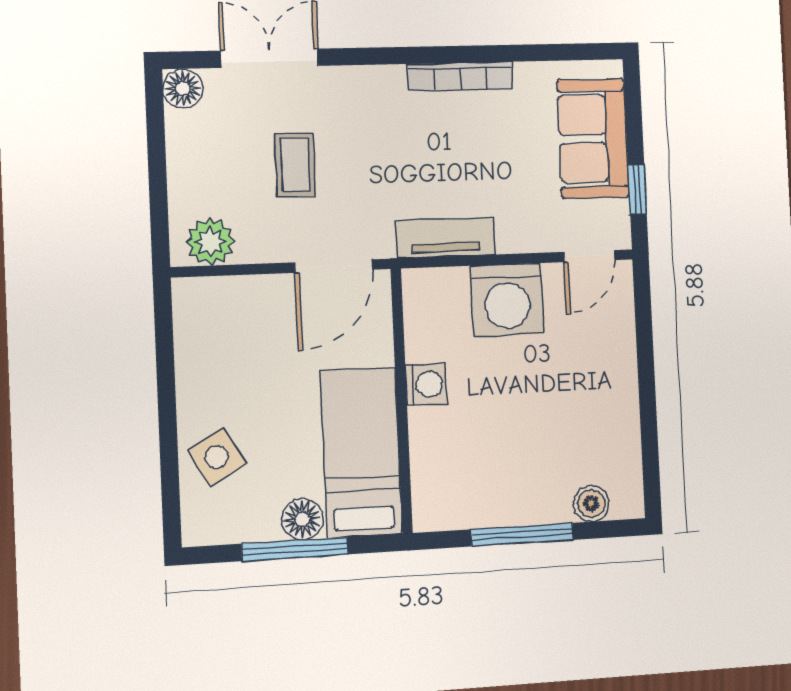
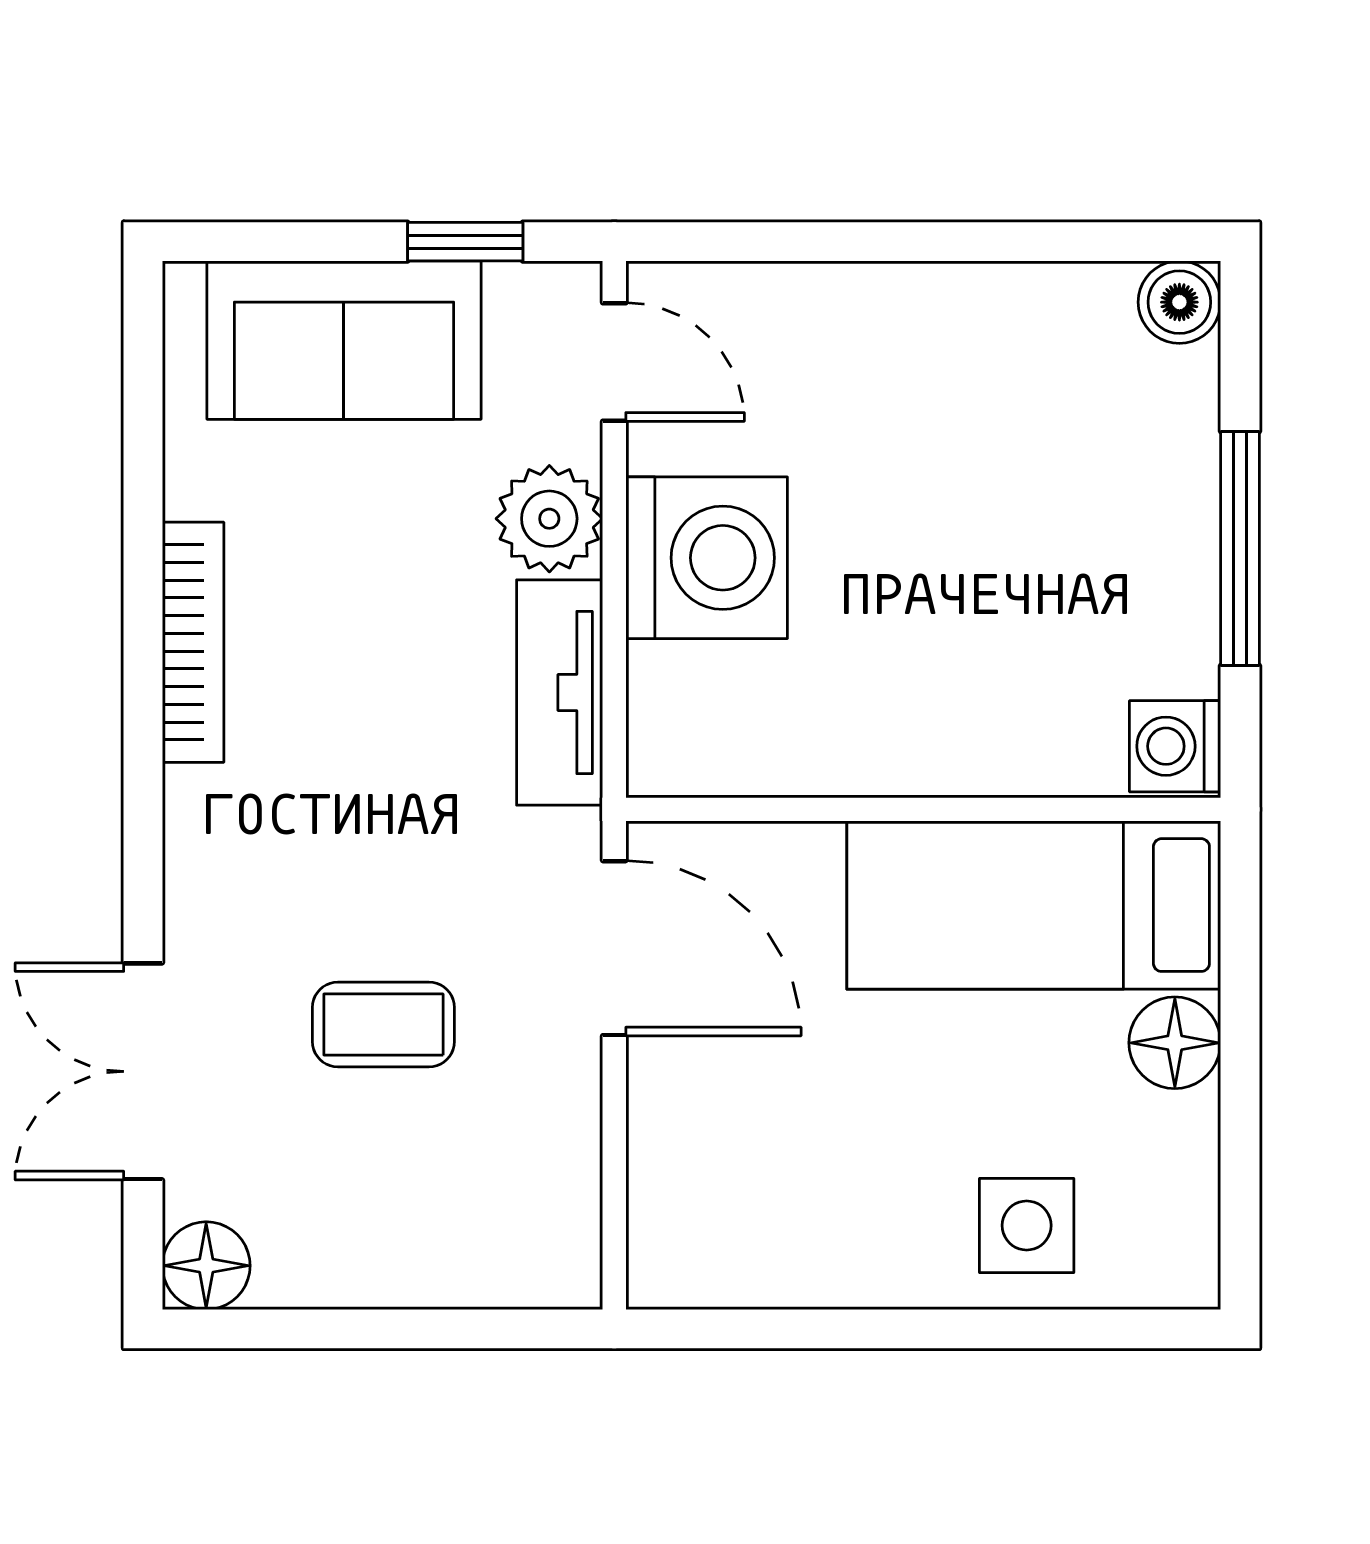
plant: (211, 242) -> (549, 519), moved
washing machine: (426, 384) -> (1175, 746), moved, turned -90
side table: (217, 457) -> (1027, 1225), turned 30
boiler: (591, 504) -> (1179, 302), moved
window: (295, 549) -> (1240, 1062), removed

